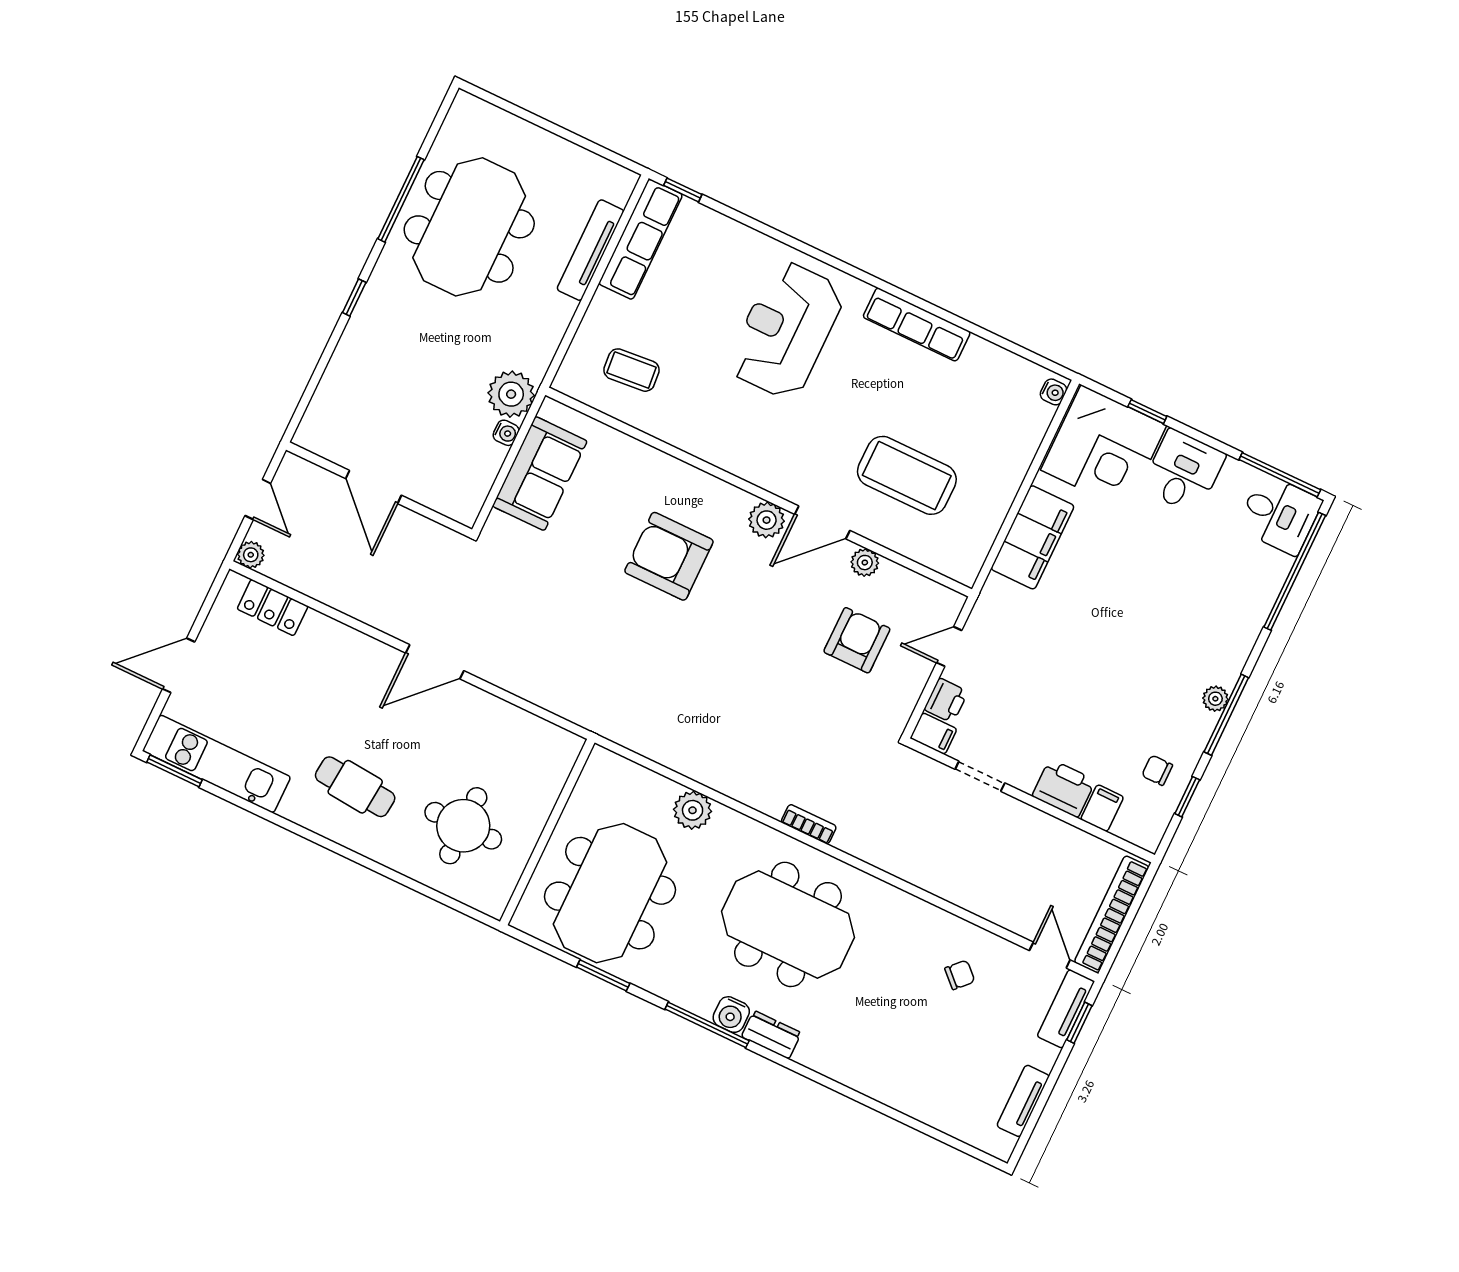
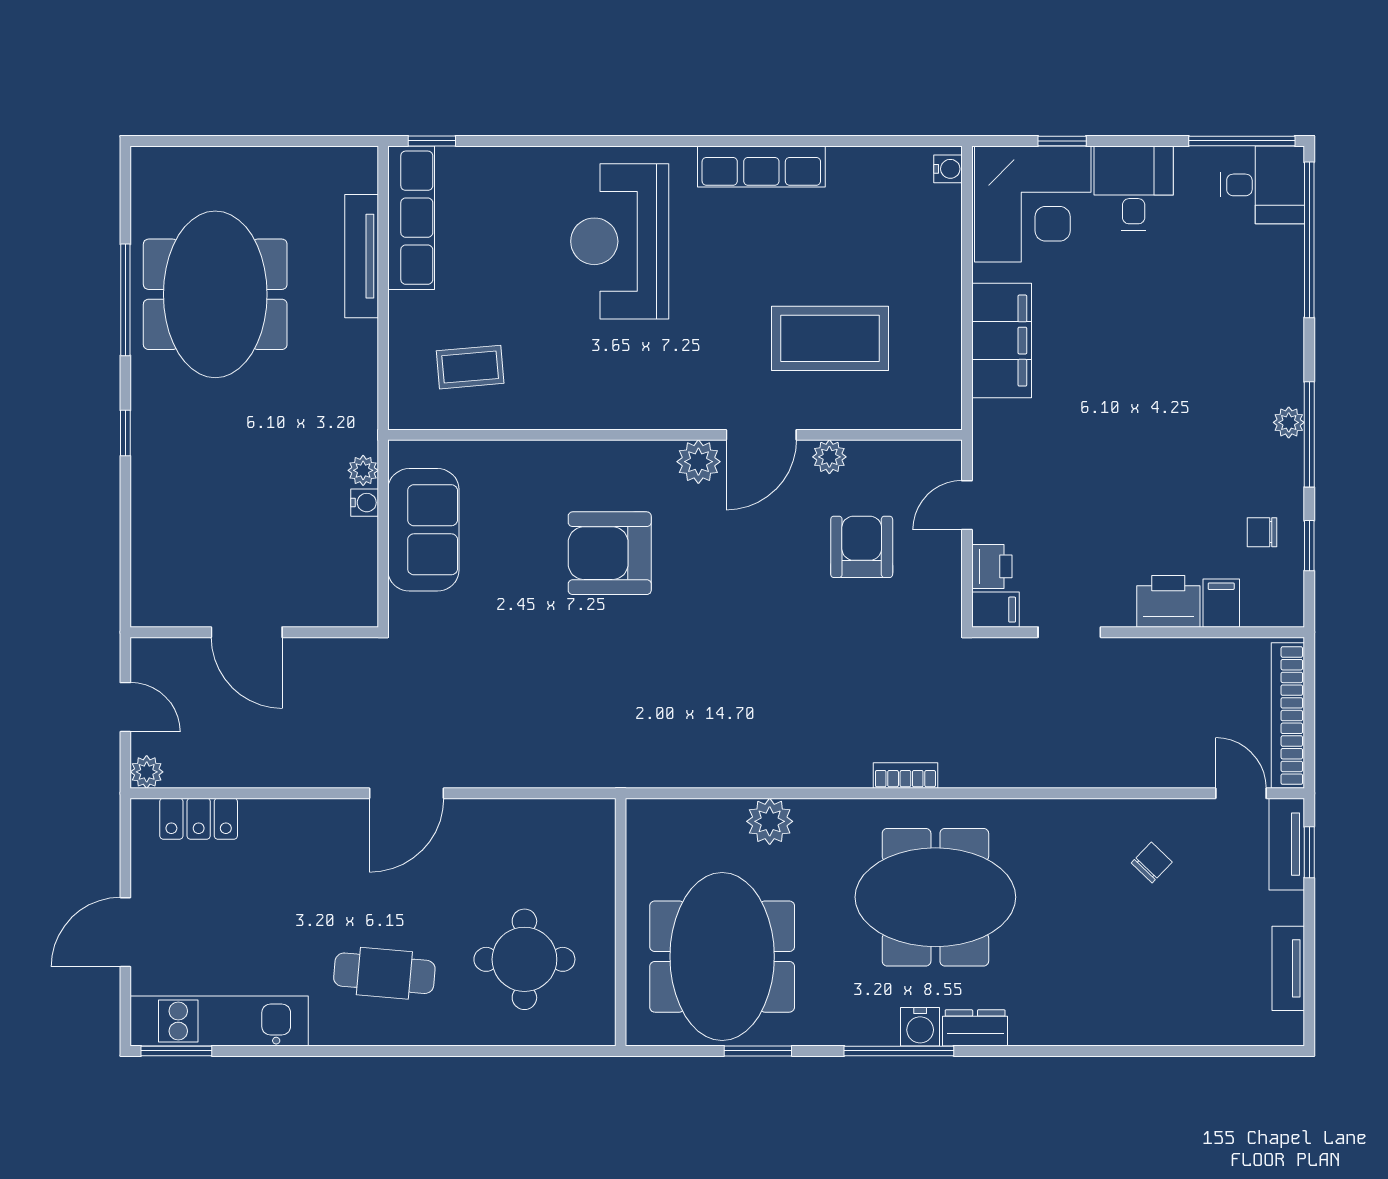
plant: (511, 394) -> (363, 470), width x0.53, depth x0.53

